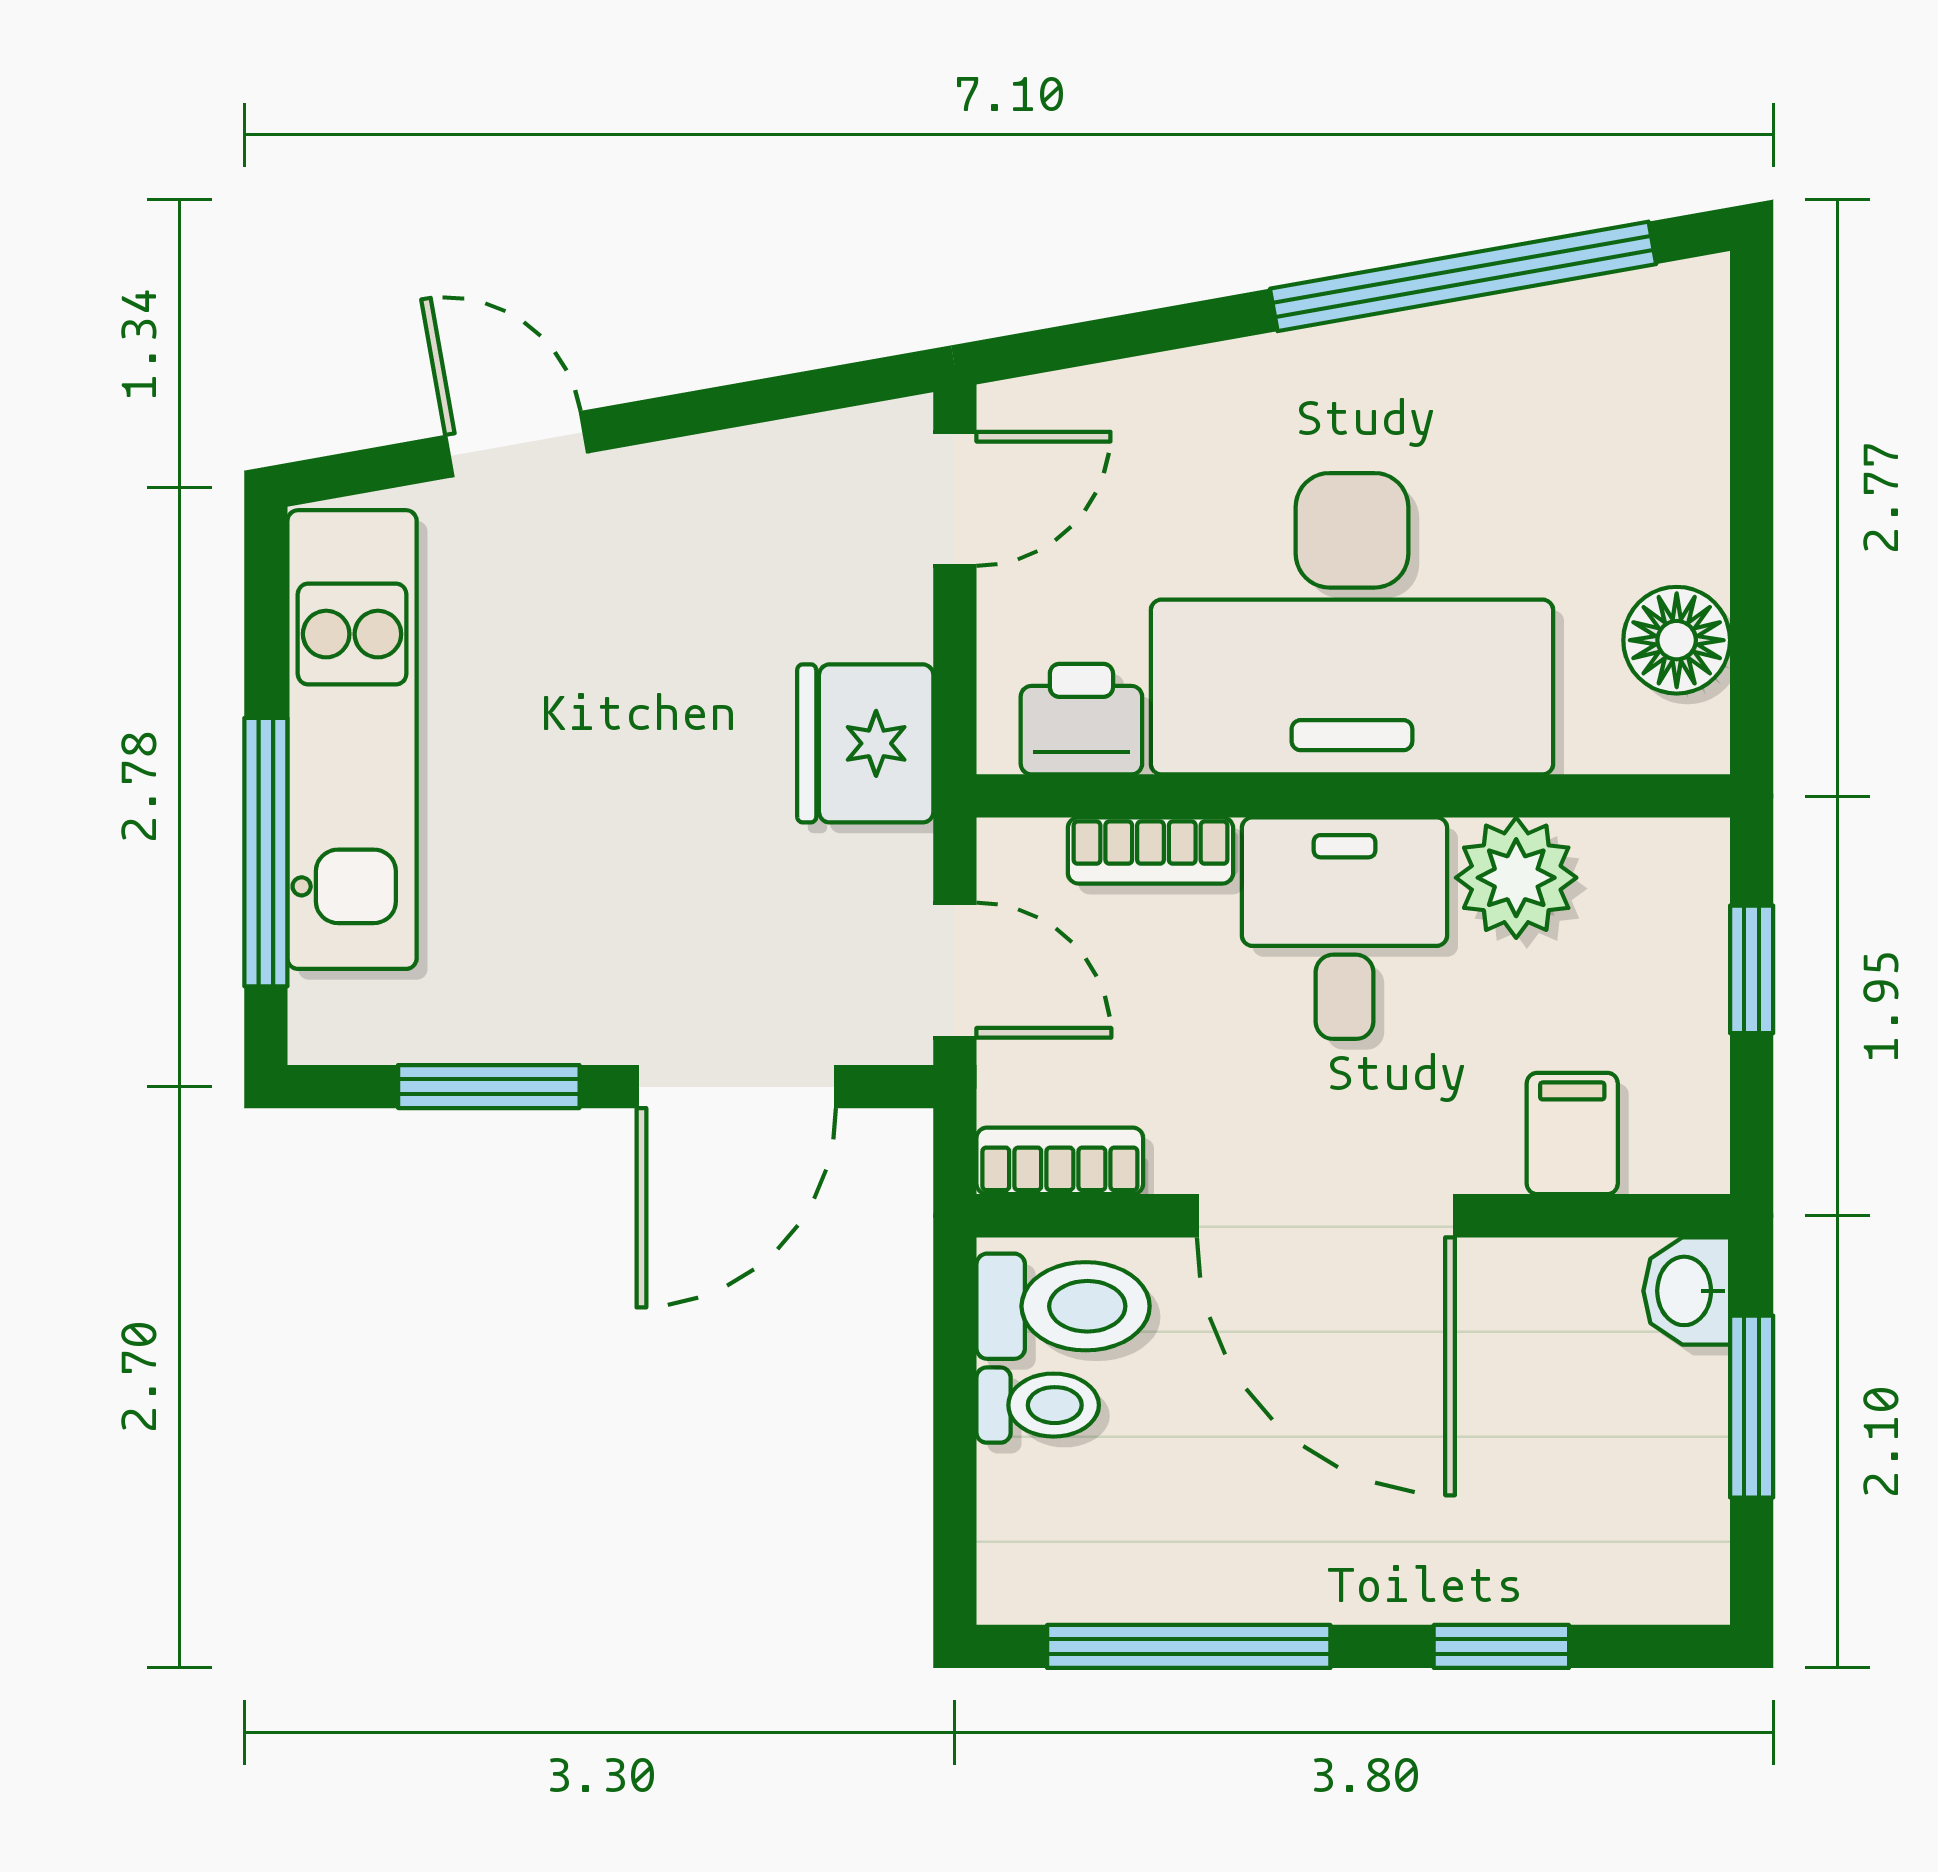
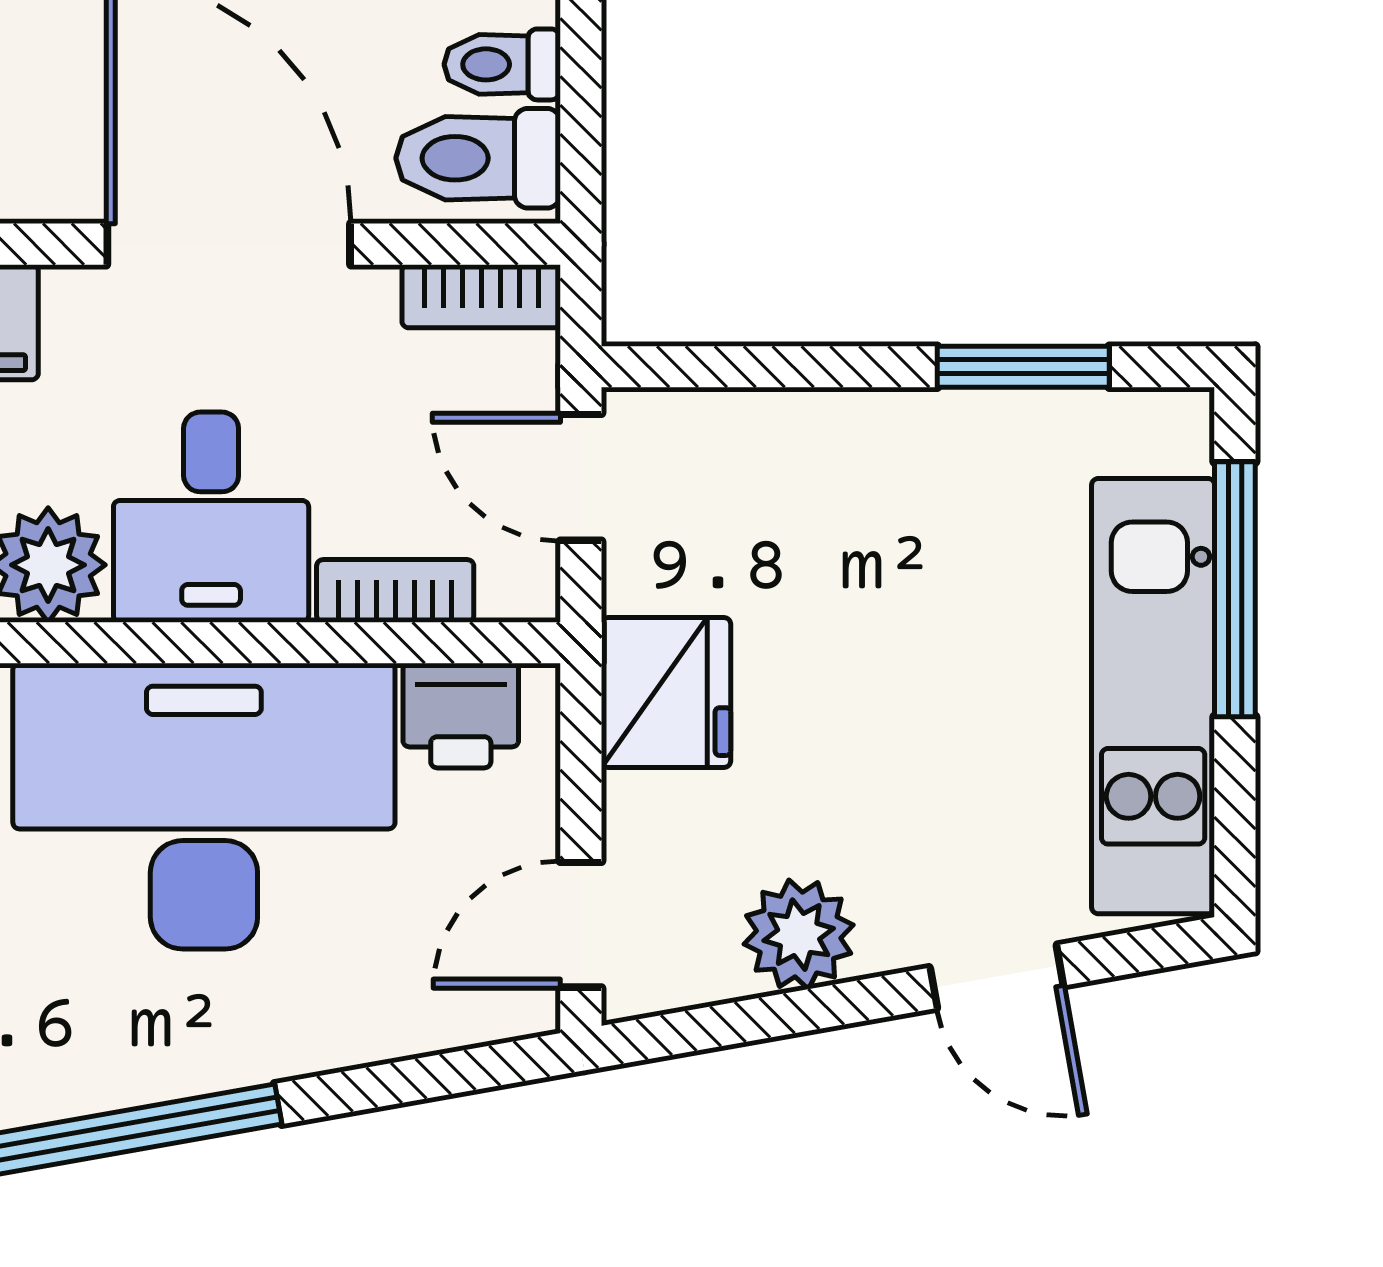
plant: (725, 488) -> (799, 935), added
door: (736, 1087) -> (788, 367), removed

